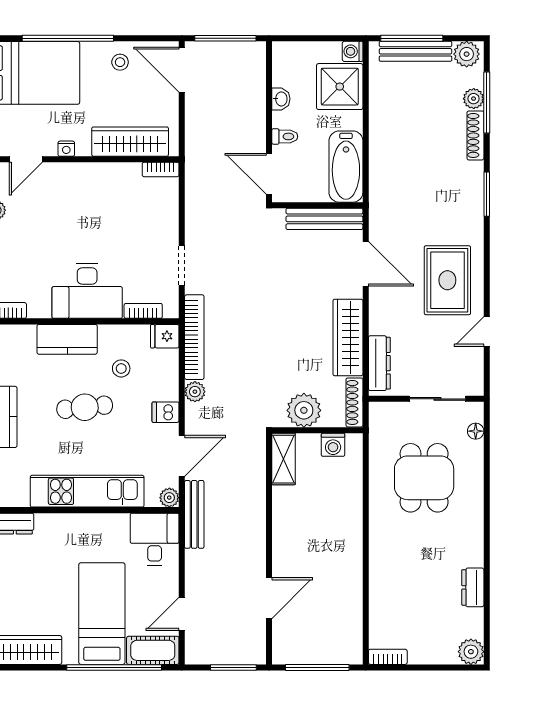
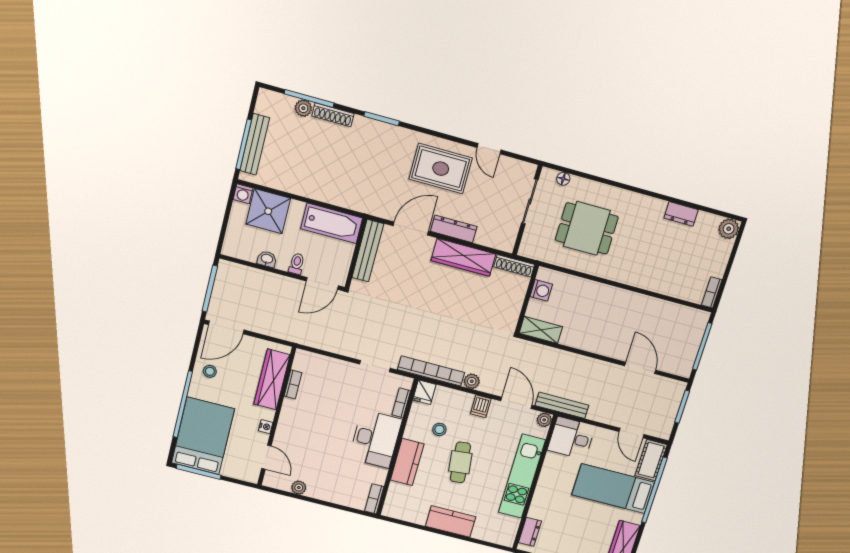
plant: (467, 54) -> (267, 104), removed
bookcase: (161, 169) -> (293, 384), moved
dresser: (379, 363) -> (454, 229), moved
plant: (304, 410) -> (509, 305), removed

